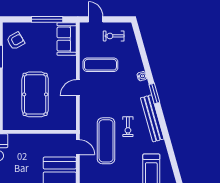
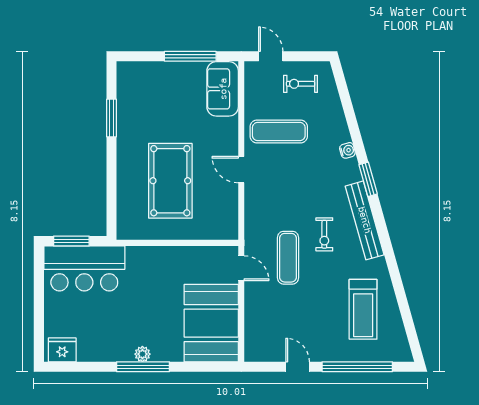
armchair: (16, 41) -> (138, 92), removed
door: (78, 88) -> (241, 170), hinge flipped
exercise mat: (106, 141) -> (288, 258), width x0.73, depth x0.69

